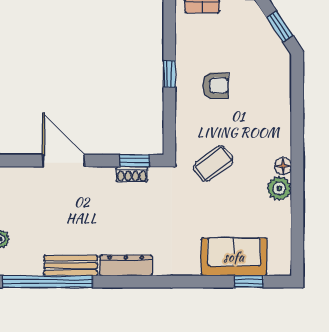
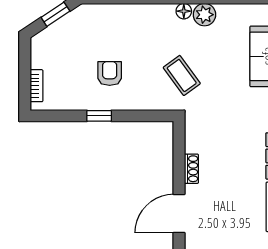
window: (135, 161) -> (179, 148), removed
shoe rack: (132, 174) -> (191, 169), moved

